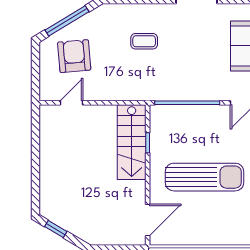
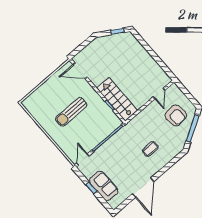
sun lounger: (205, 177) -> (71, 112), width x0.73, depth x0.75
door: (148, 220) -> (80, 71), hinge flipped

